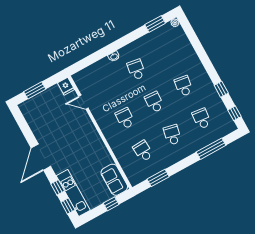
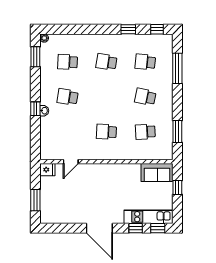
window: (111, 48) -> (35, 109), added
school desk: (154, 102) -> (68, 62), moved

